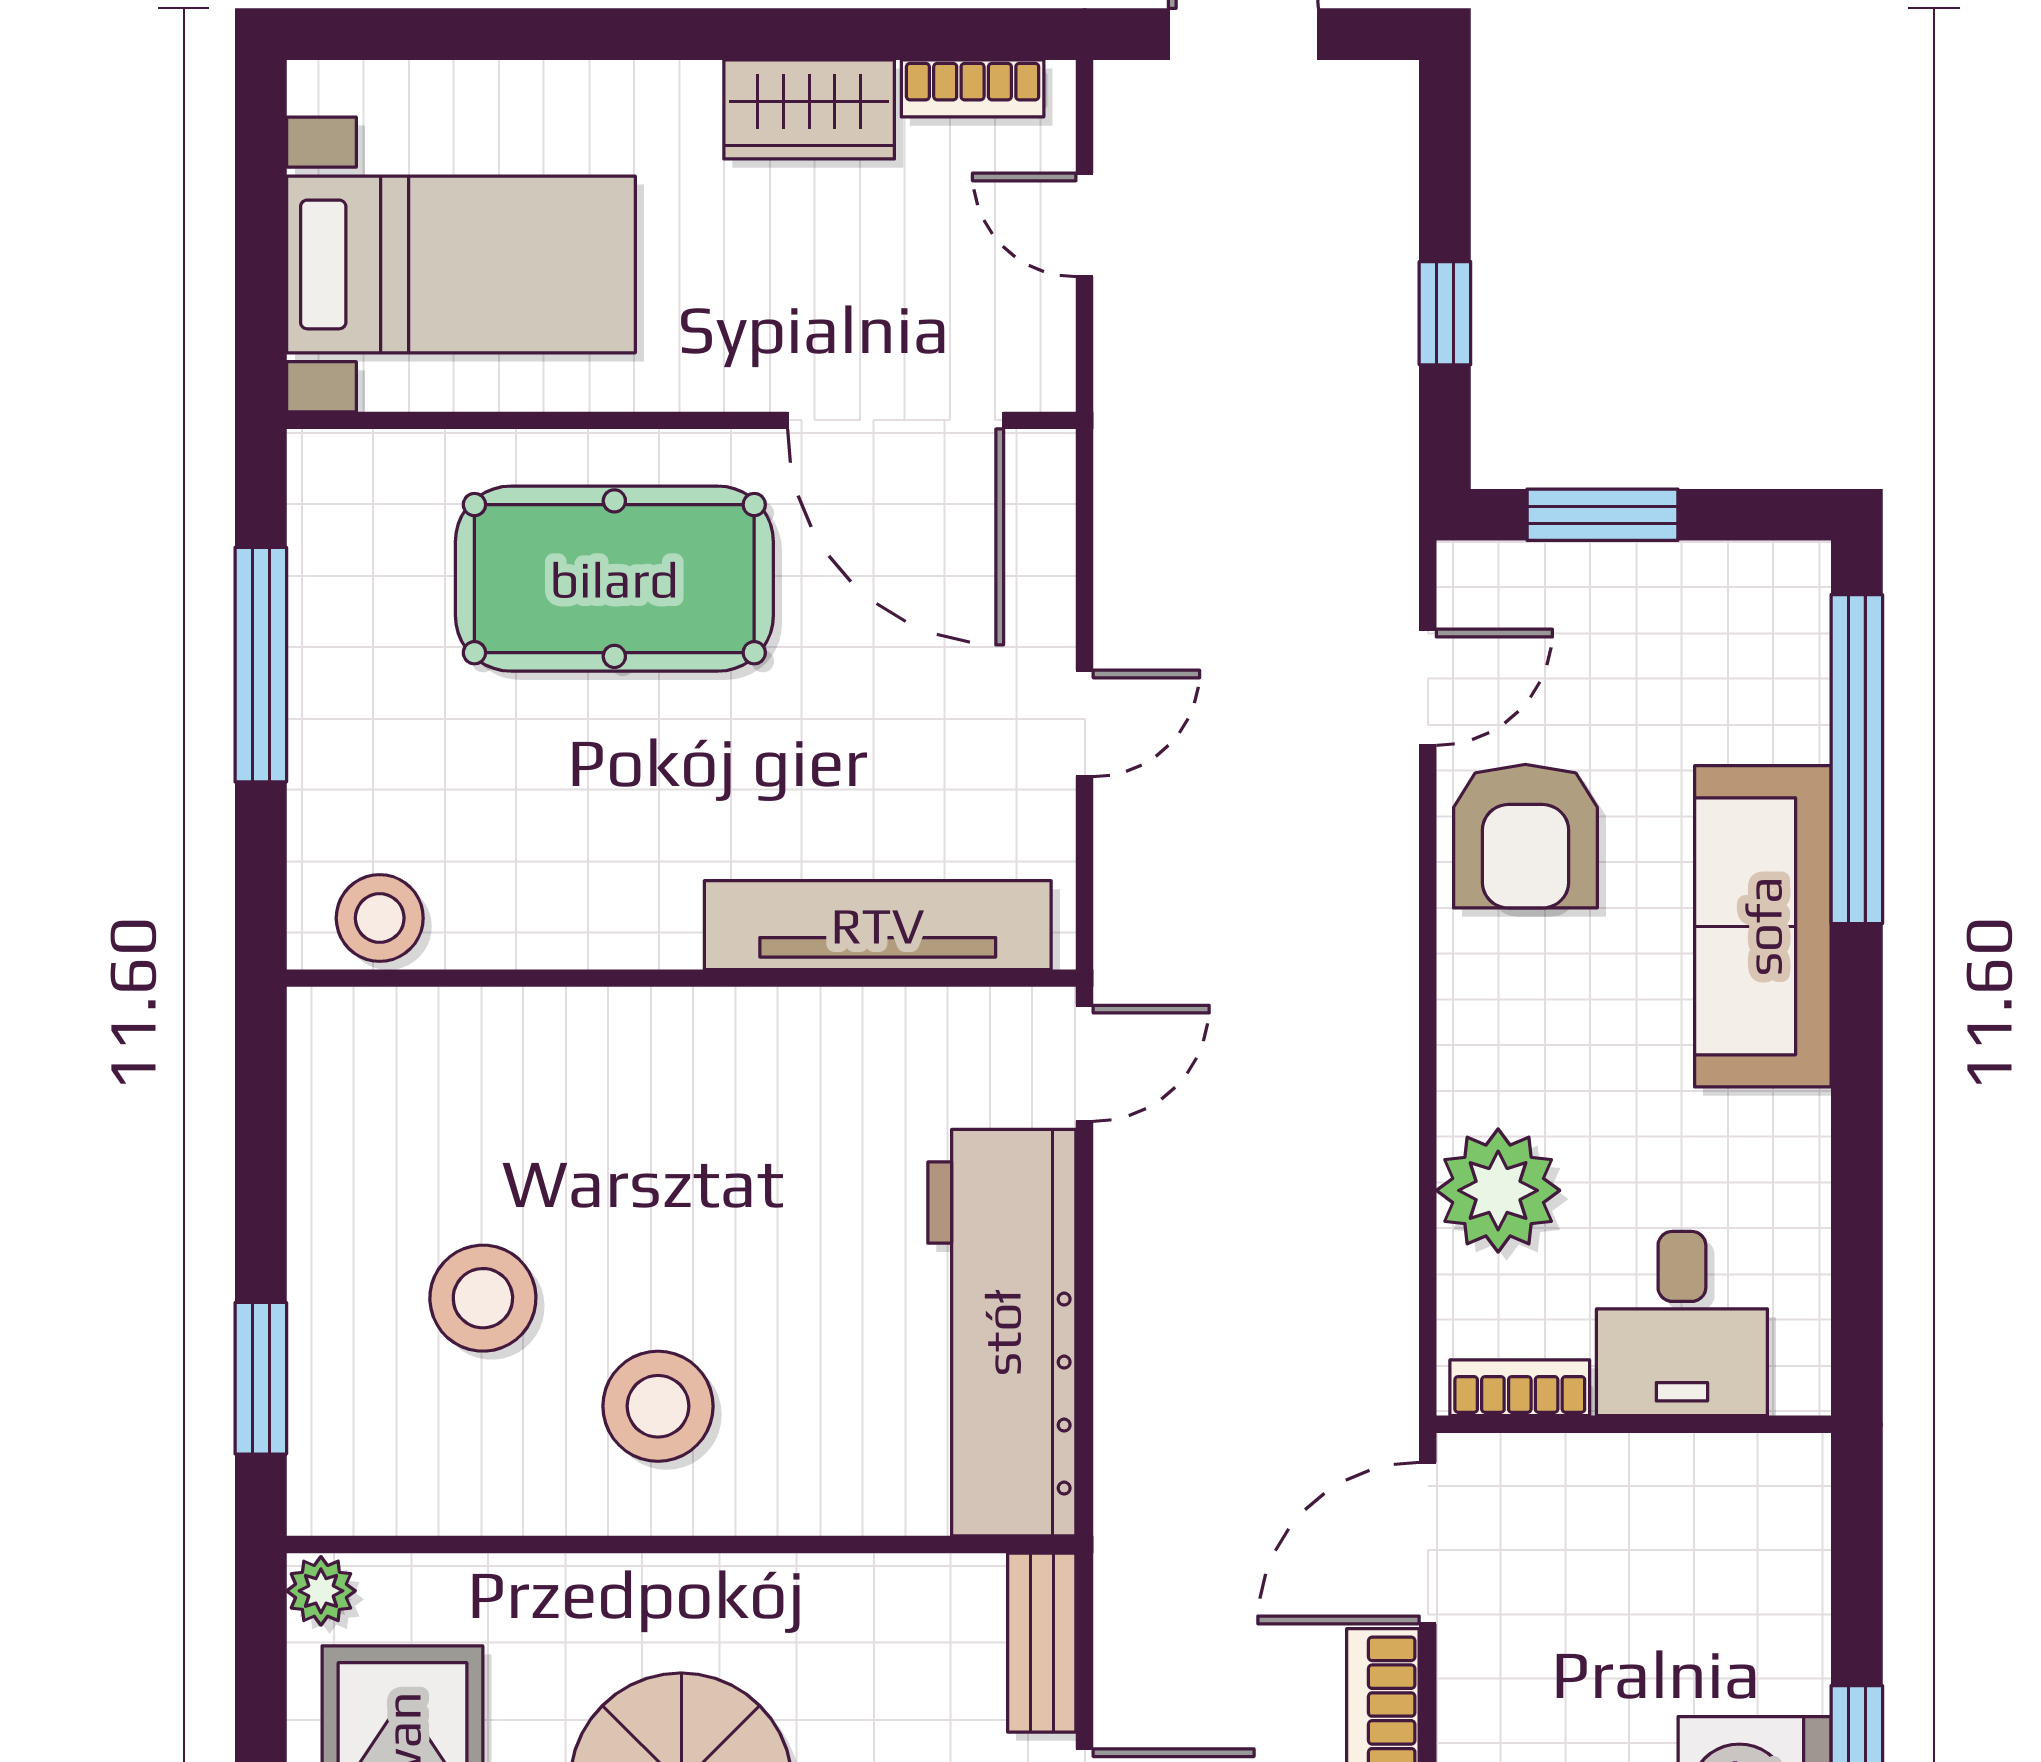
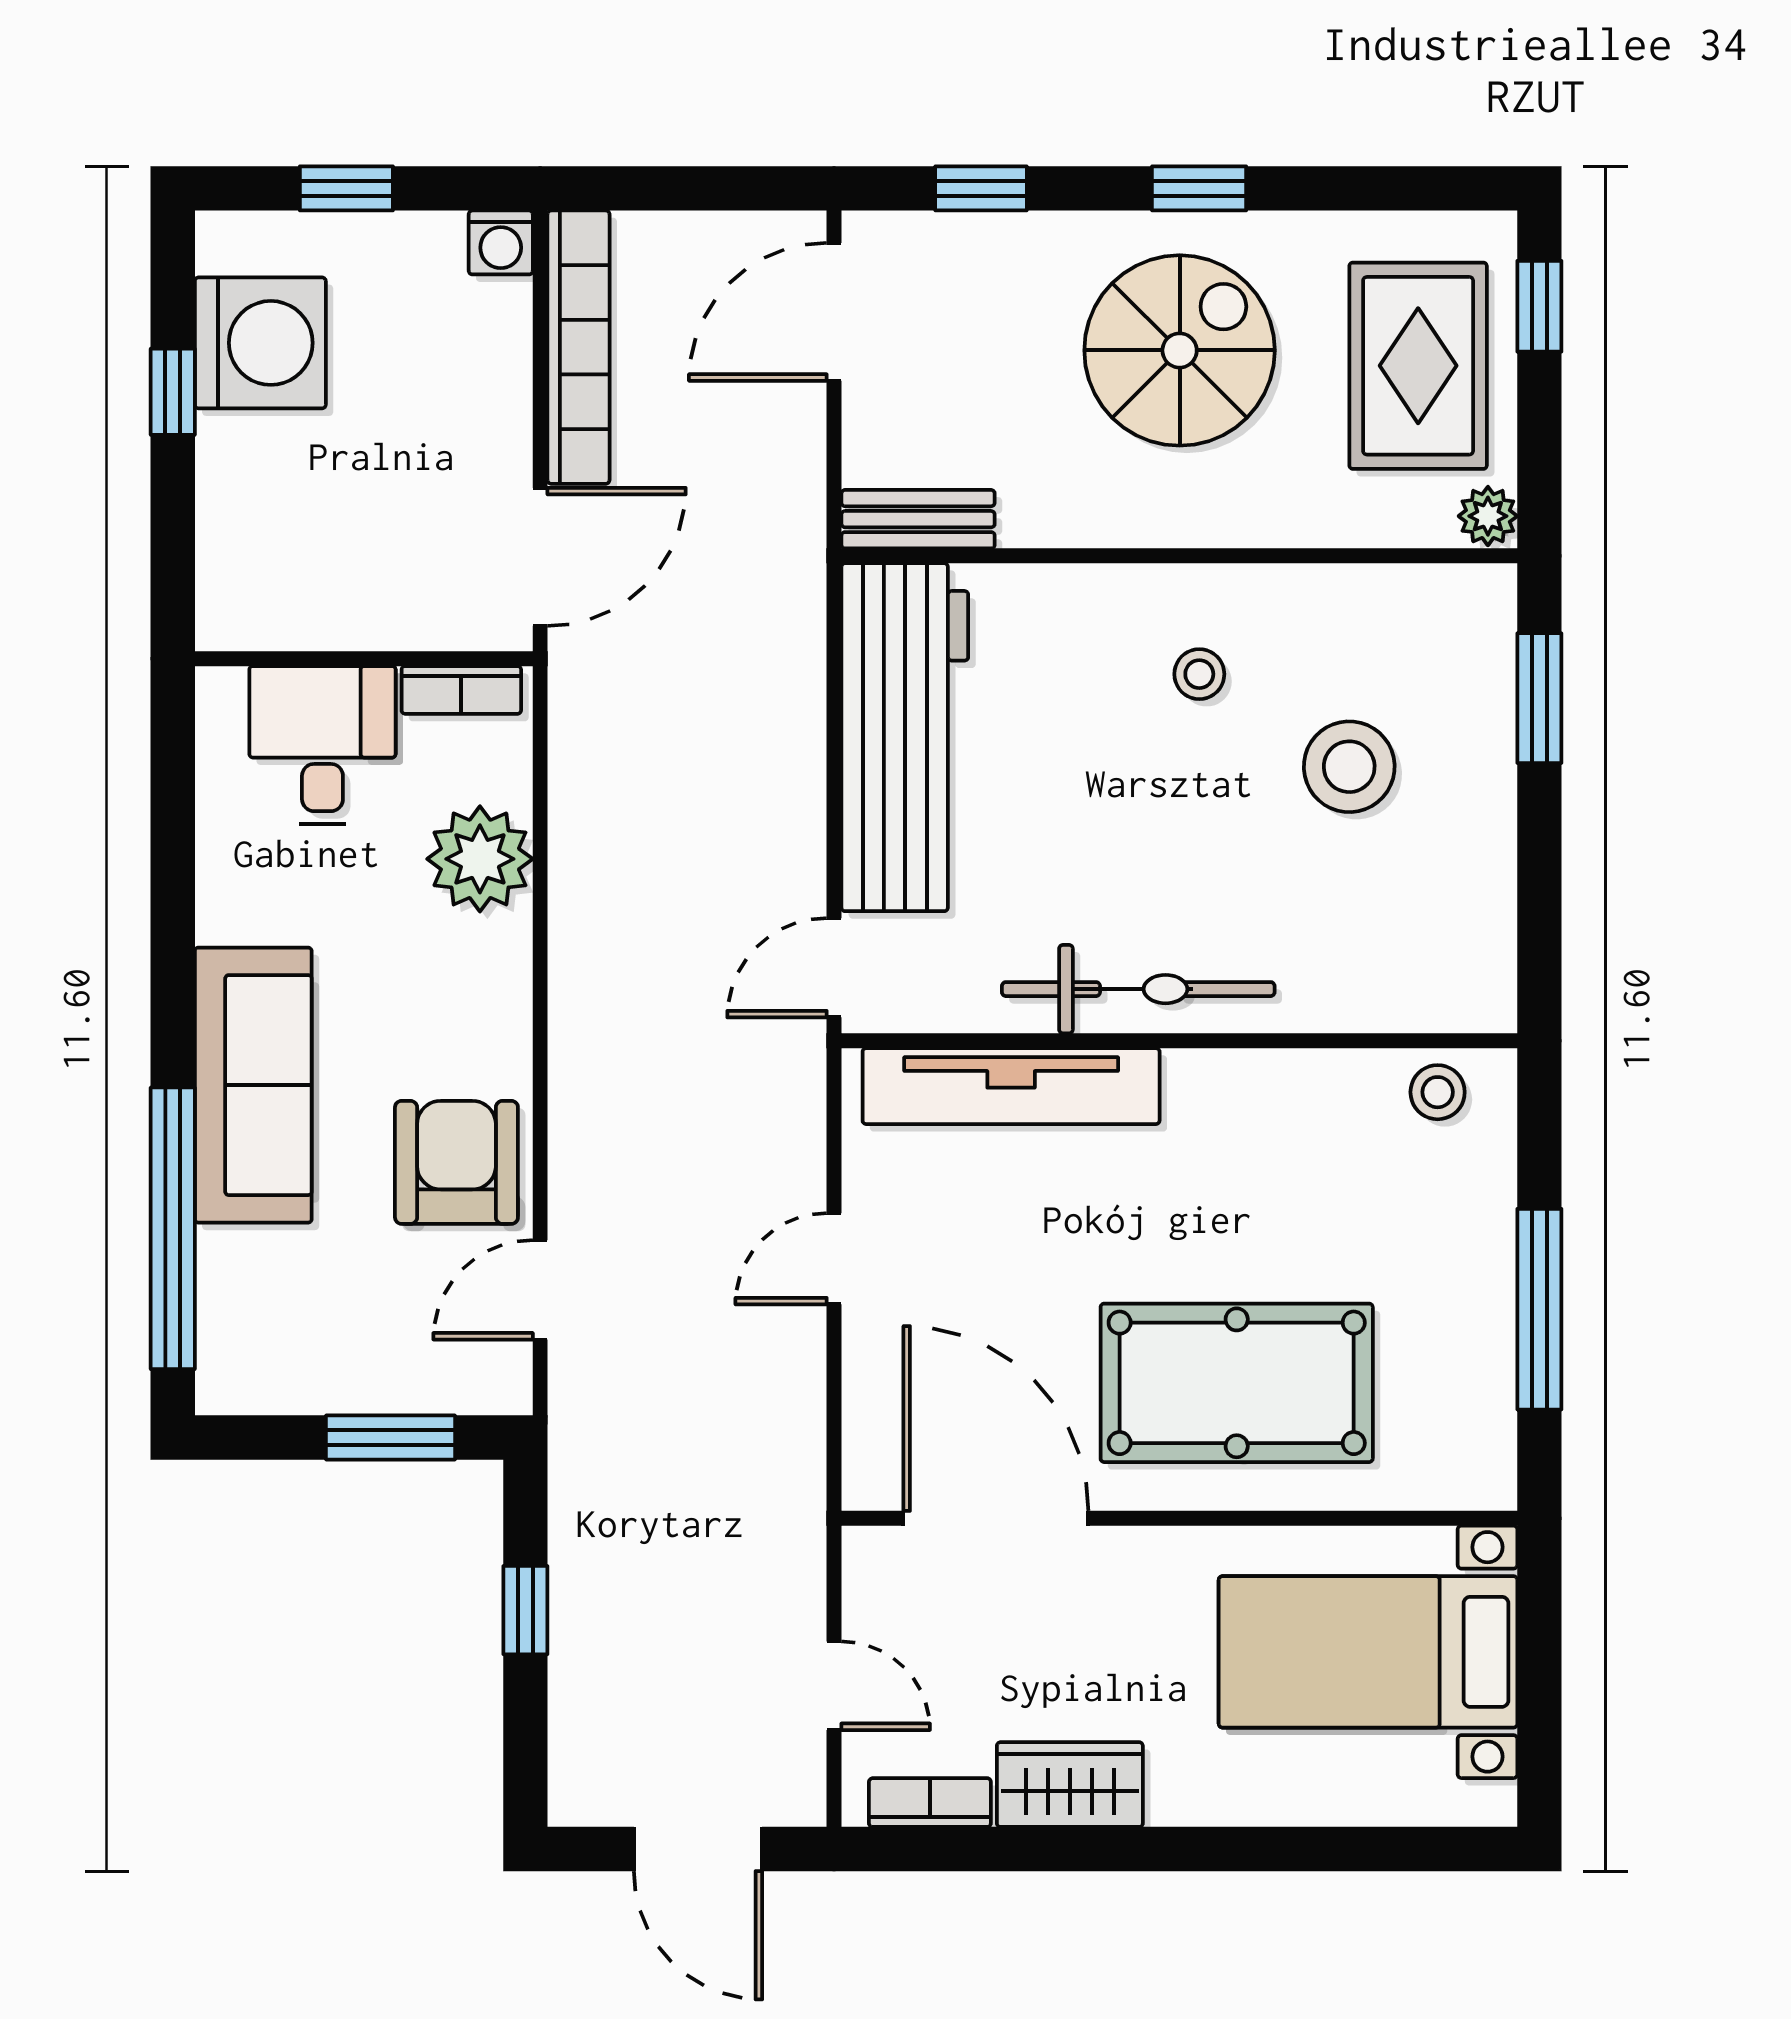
stool: (380, 918) -> (1438, 1092), width x0.73, depth x0.73
bicycle: (729, 1038) -> (1138, 989), added
stool: (658, 1406) -> (1199, 674), width x0.53, depth x0.53
bench: (1042, 1643) -> (918, 519), moved, turned 90

